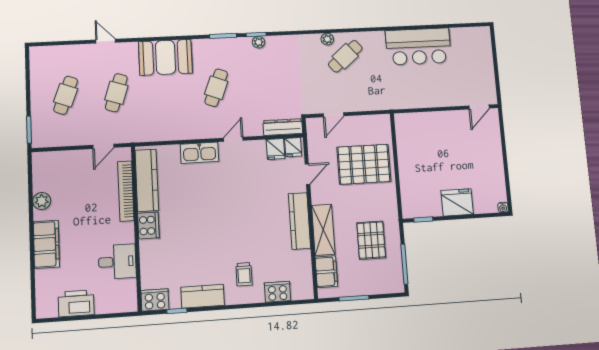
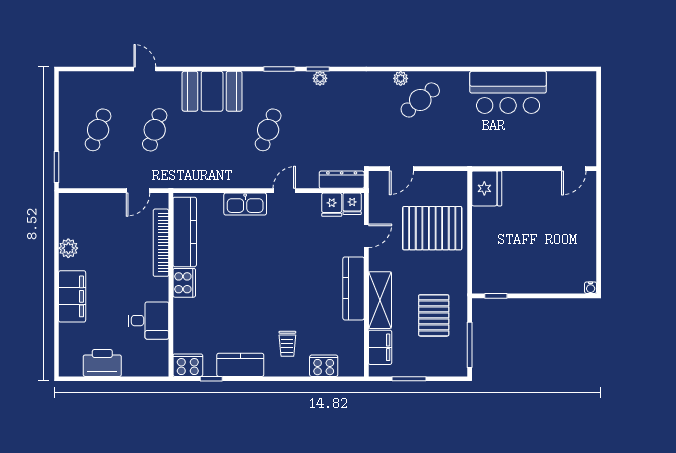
fridge: (457, 202) -> (487, 188), moved, turned 90

